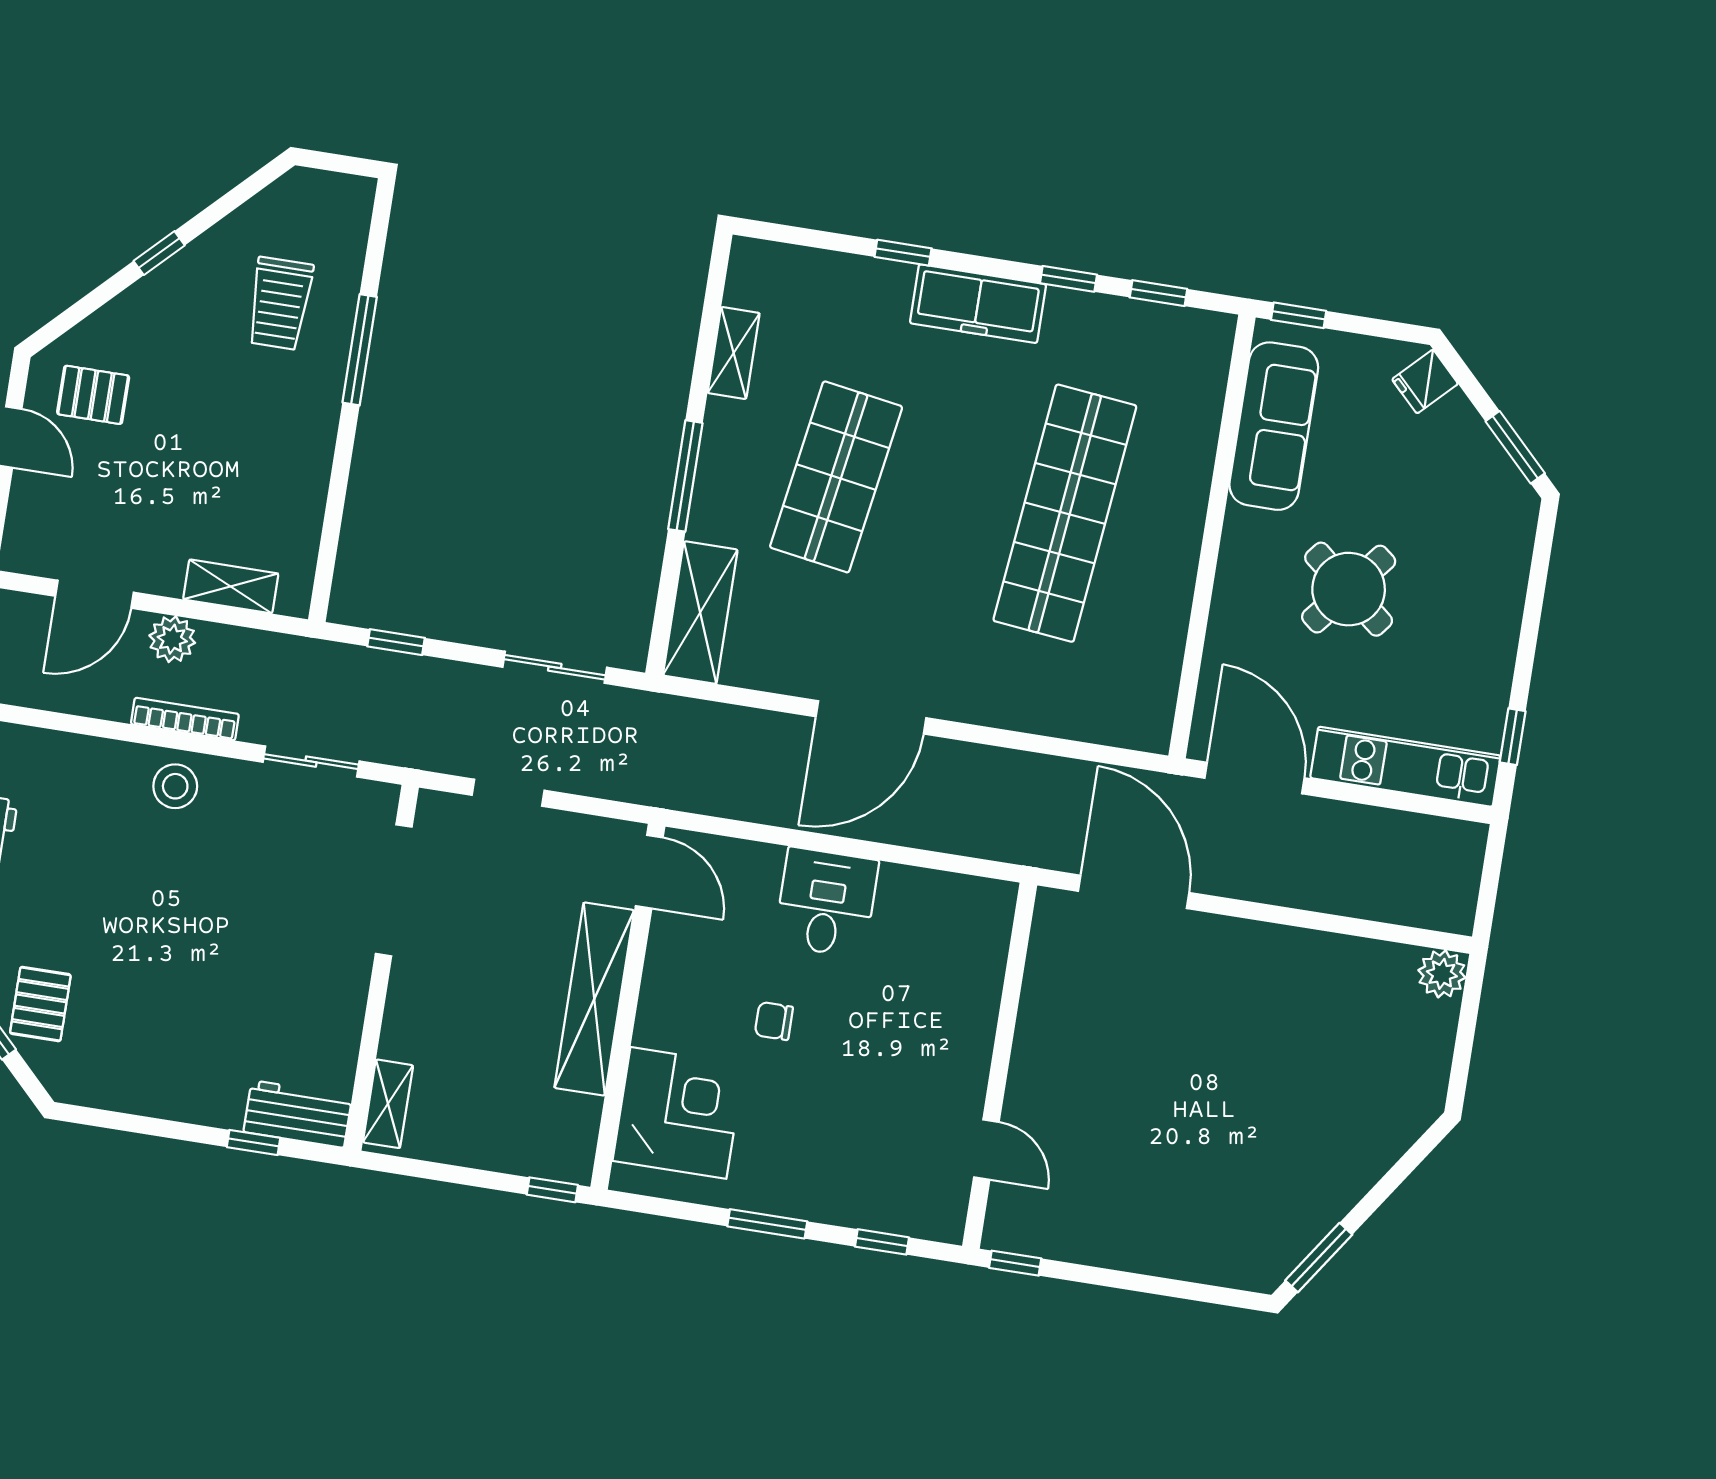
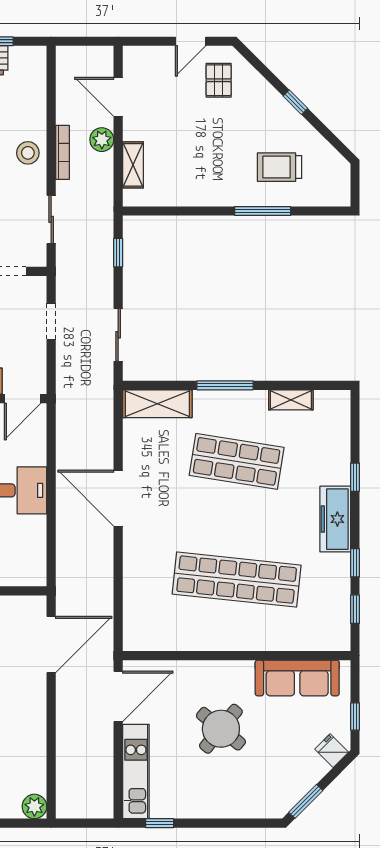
window: (1299, 315) -> (355, 716), moved

